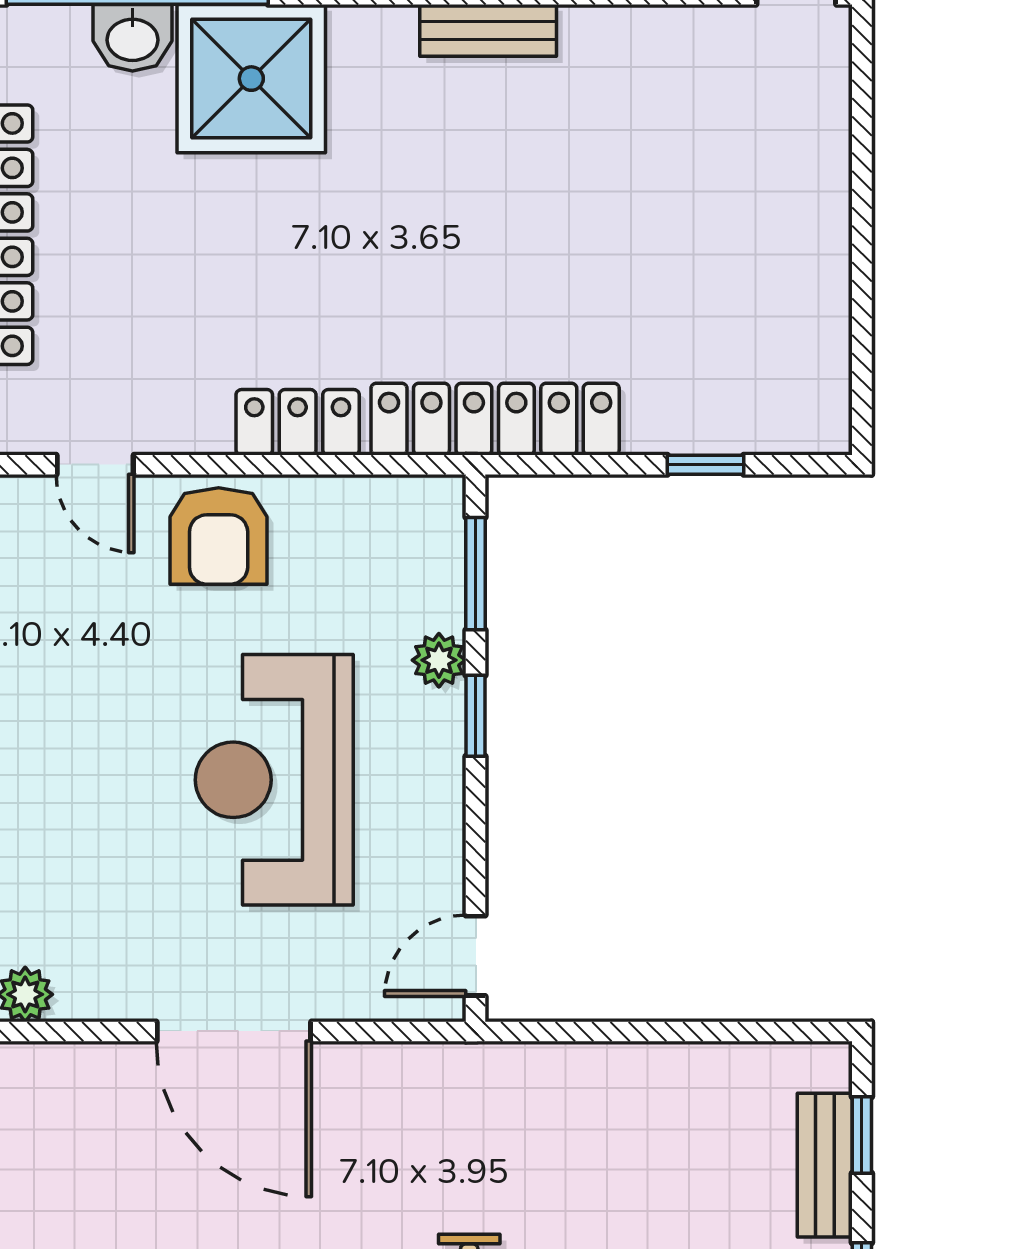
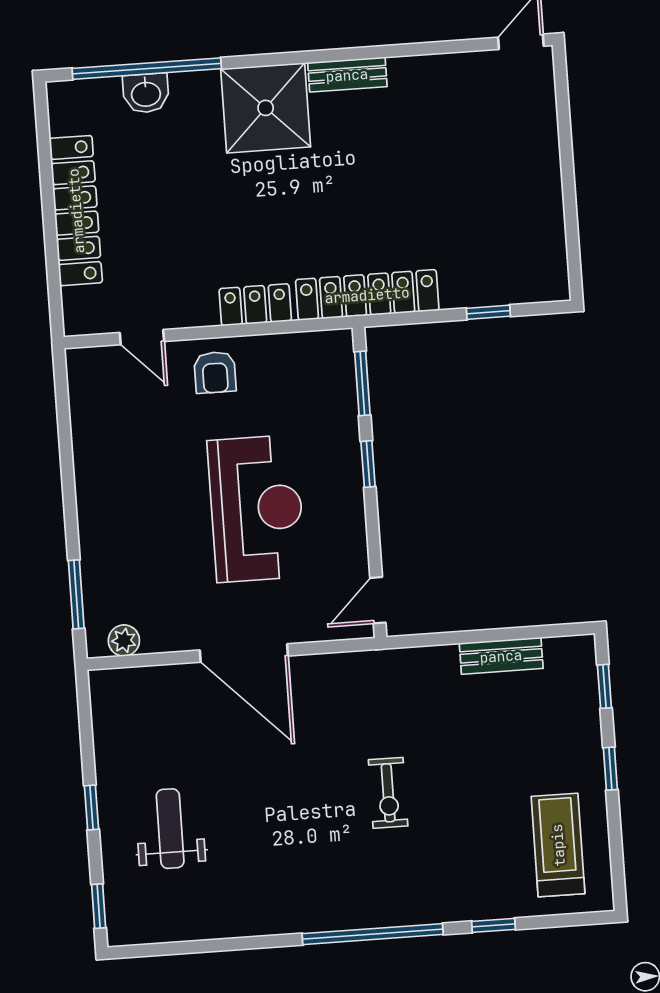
shower: (251, 79) -> (266, 108), moved
armchair: (219, 536) -> (215, 372), width x0.72, depth x0.72
plant: (439, 660) -> (345, 434), removed
reception desk: (274, 780) -> (256, 509), turned 180
bench: (825, 1165) -> (501, 656), moved, turned 90

